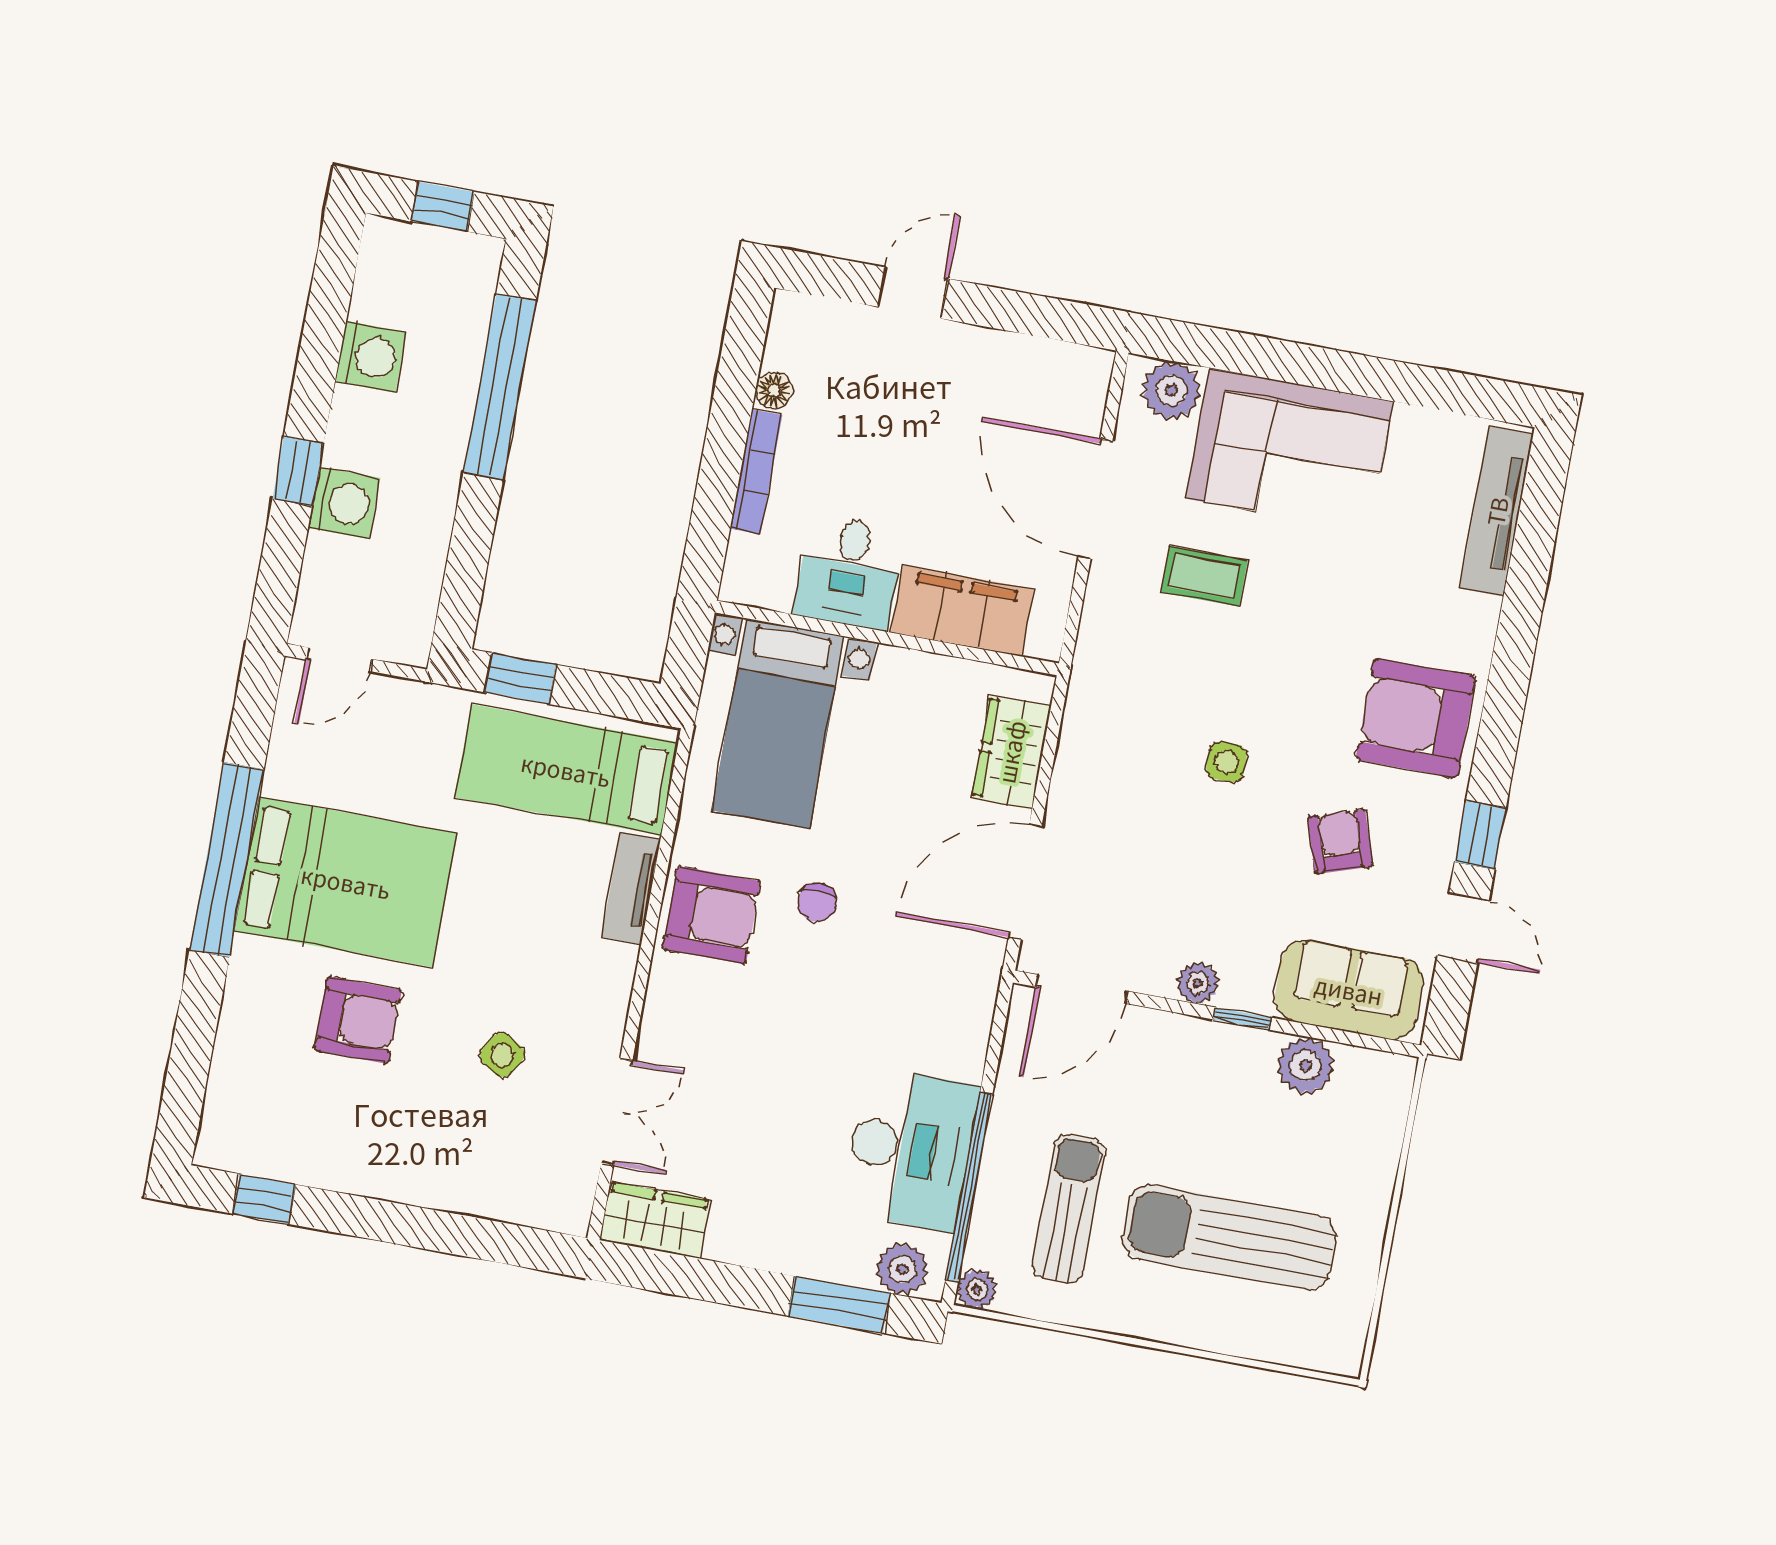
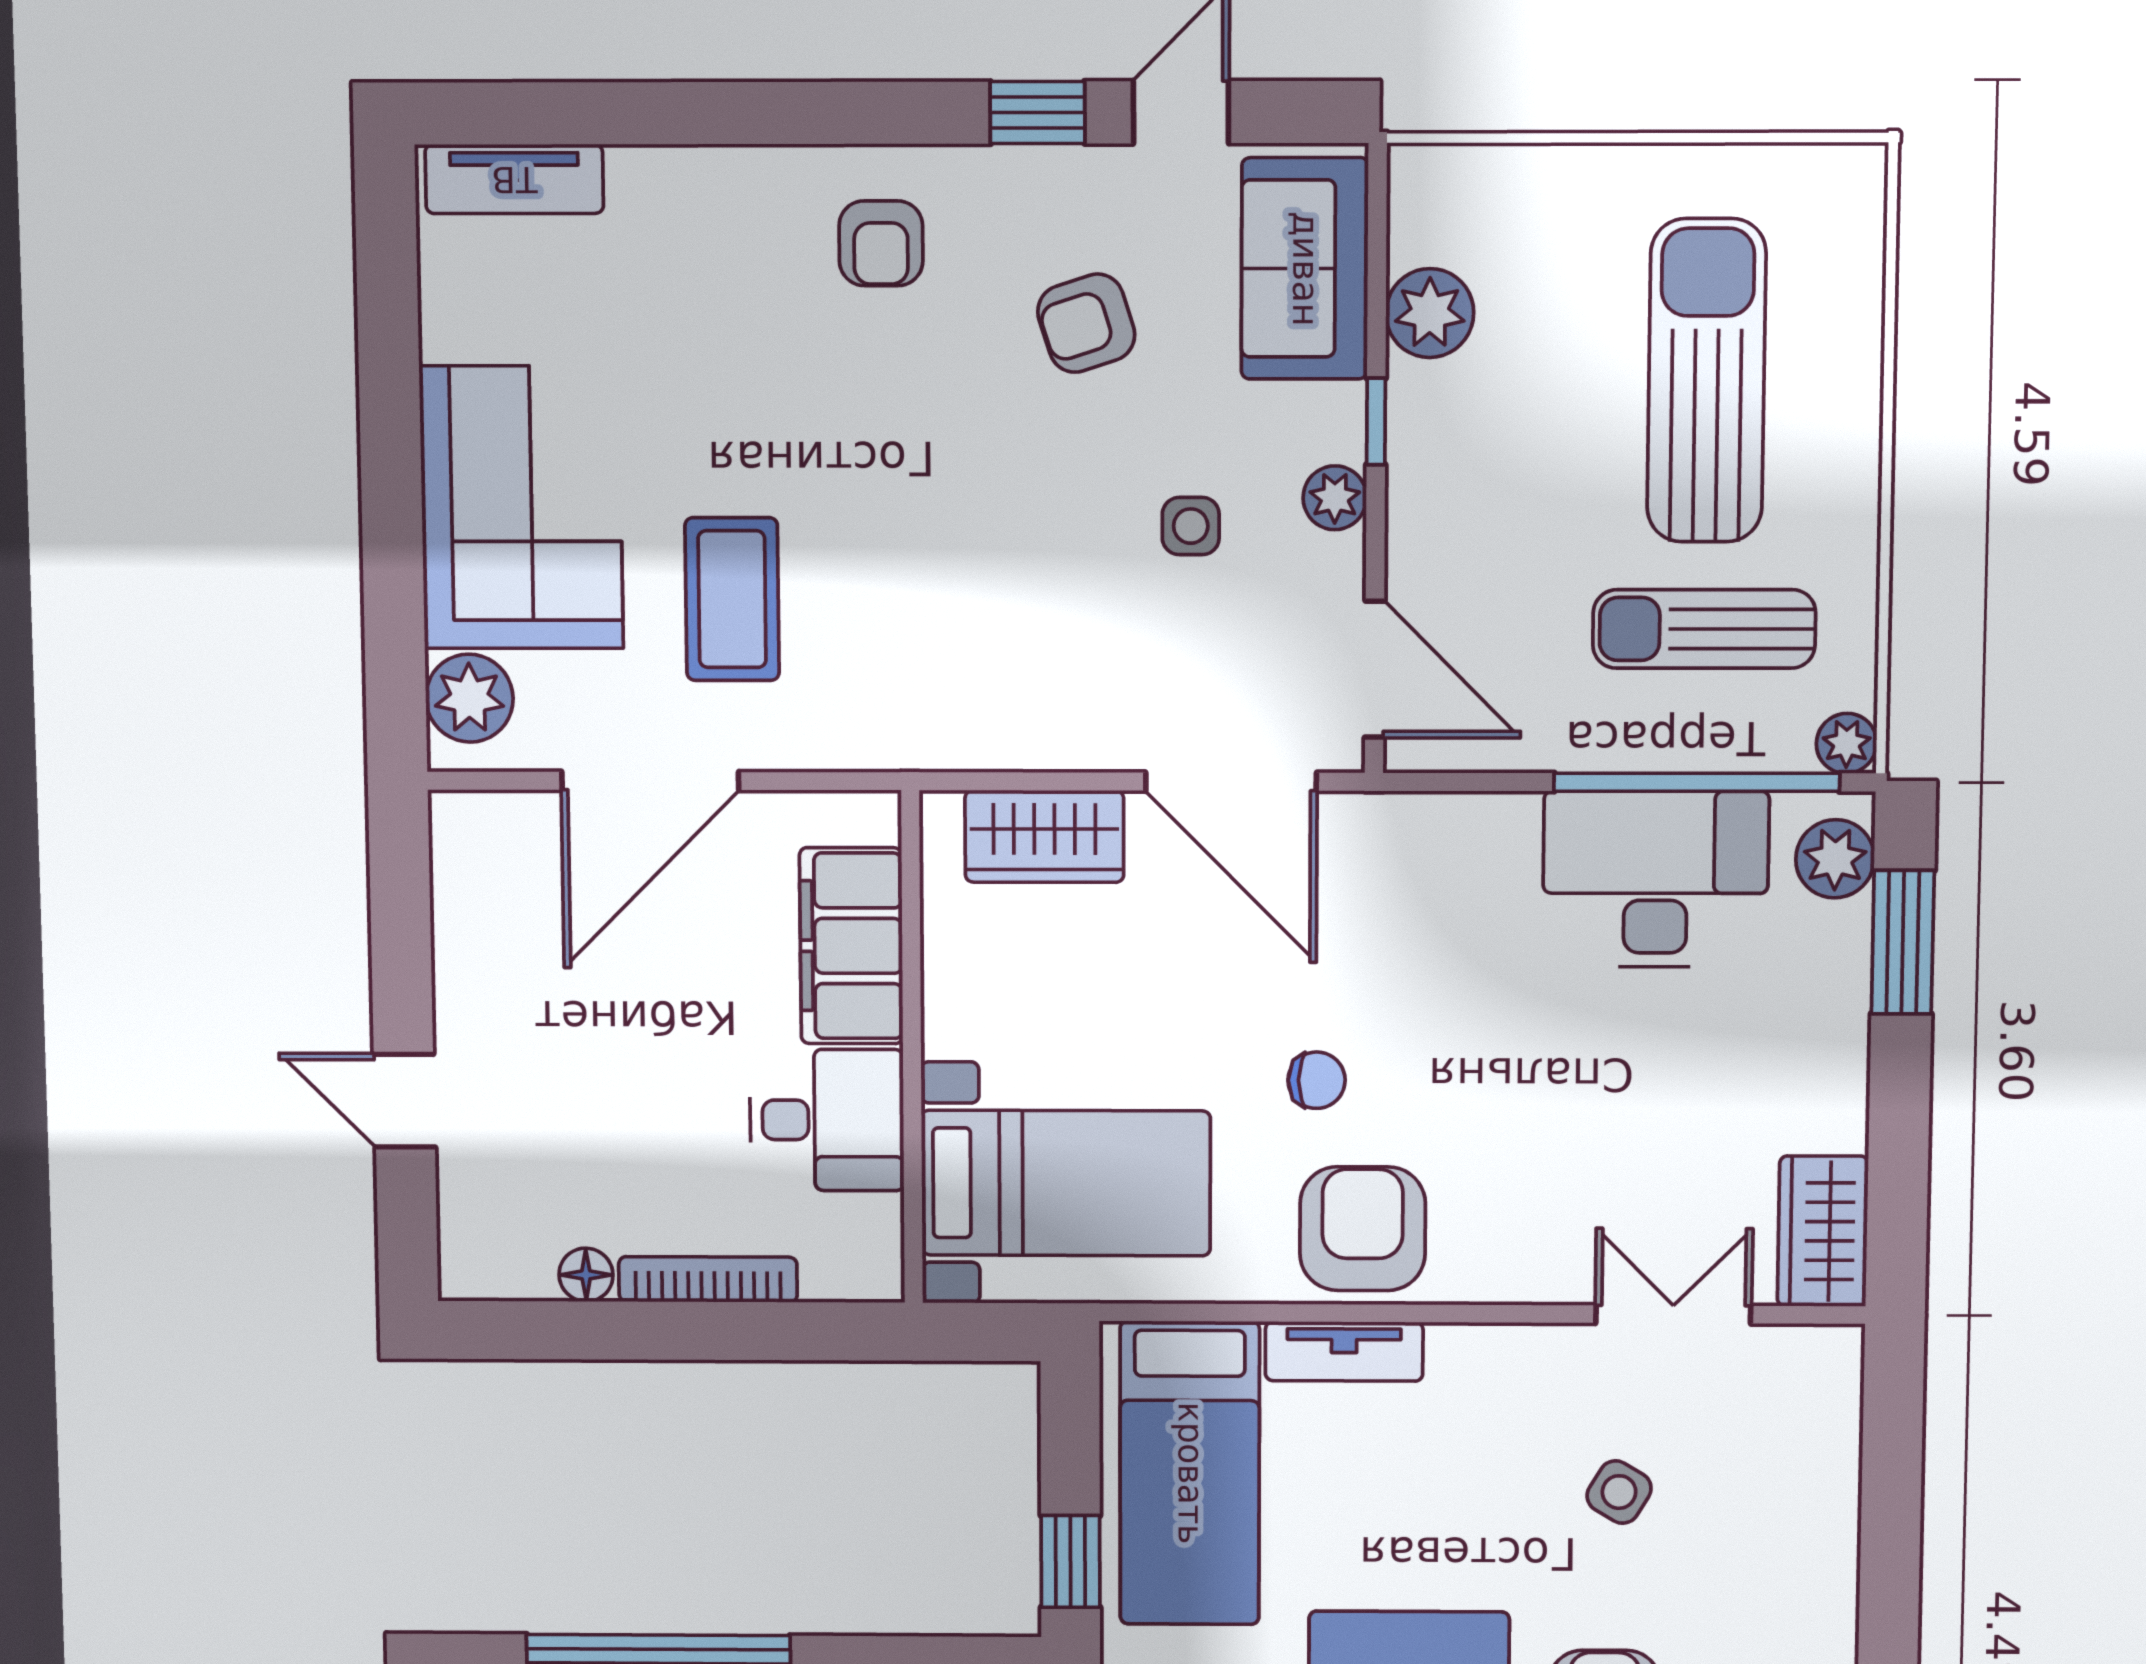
tv unit: (1497, 511) -> (514, 179), width x0.71
coffee table: (1204, 576) -> (732, 599), width x1.36, depth x1.30
armchair: (1416, 718) -> (881, 243), width x0.53, depth x0.53
side table: (1226, 762) -> (1191, 526), moved
sun lounger: (1229, 1237) -> (1706, 381), turned 180

